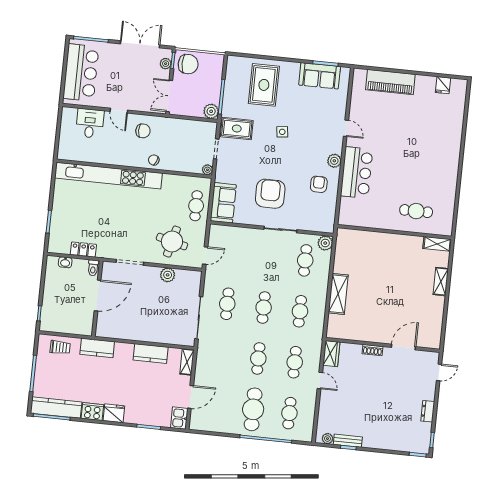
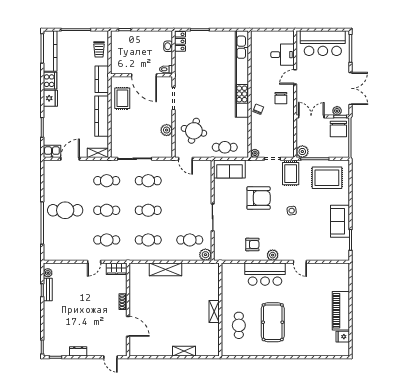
sofa: (320, 76) -> (340, 221), moved
piano: (390, 82) -> (341, 311), moved
rug: (264, 85) -> (327, 178), moved
door: (346, 128) -> (300, 262), hinge flipped
pool table: (417, 169) -> (273, 322), added
armchair: (270, 194) -> (259, 198), moved
shelving: (437, 244) -> (214, 312), moved
locker: (83, 250) -> (180, 41), moved
rug: (123, 325) -> (122, 98), added
kitchen counter: (151, 353) -> (102, 116), width x1.50
door: (191, 397) -> (70, 159), swing flipped
cafe table: (289, 413) -> (107, 181), moved

